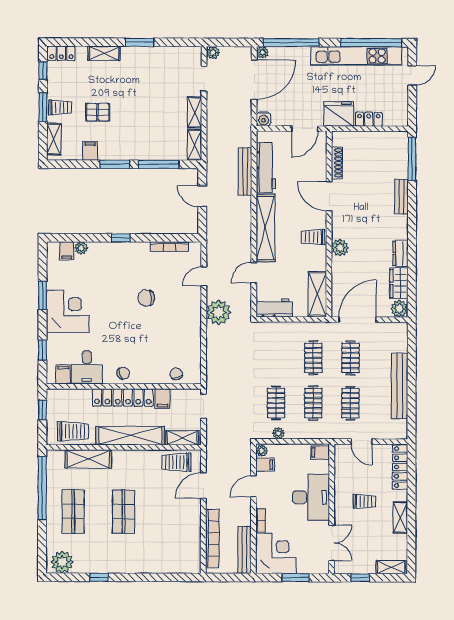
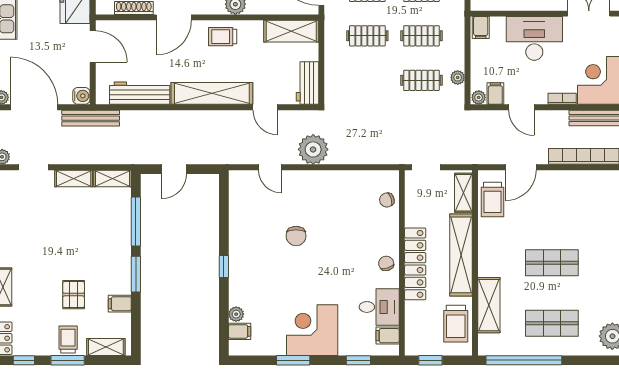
bench: (245, 171) -> (91, 118), moved
trolley: (313, 237) -> (223, 37), turned 90
bookcase: (169, 247) -> (234, 209), removed
filing cabinet: (162, 399) -> (417, 216), removed
trolley: (73, 431) -> (456, 324), turned 180
door: (203, 486) -> (521, 167), hinge flipped

